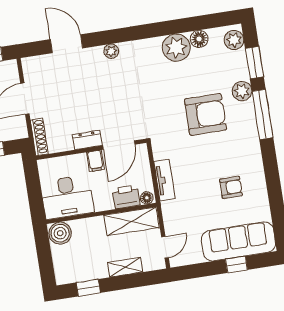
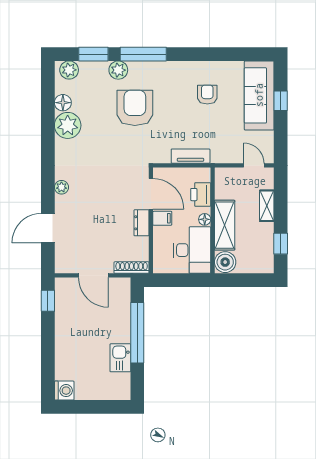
floor lamp: (147, 198) -> (205, 219), moved
shelving: (132, 221) -> (225, 225), moved

